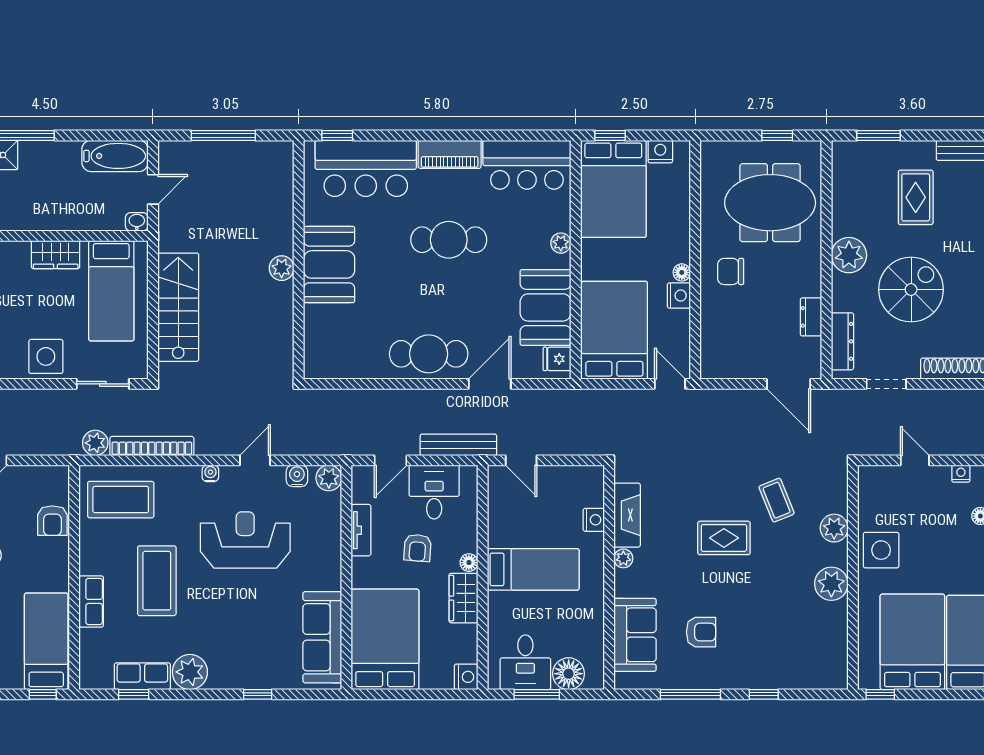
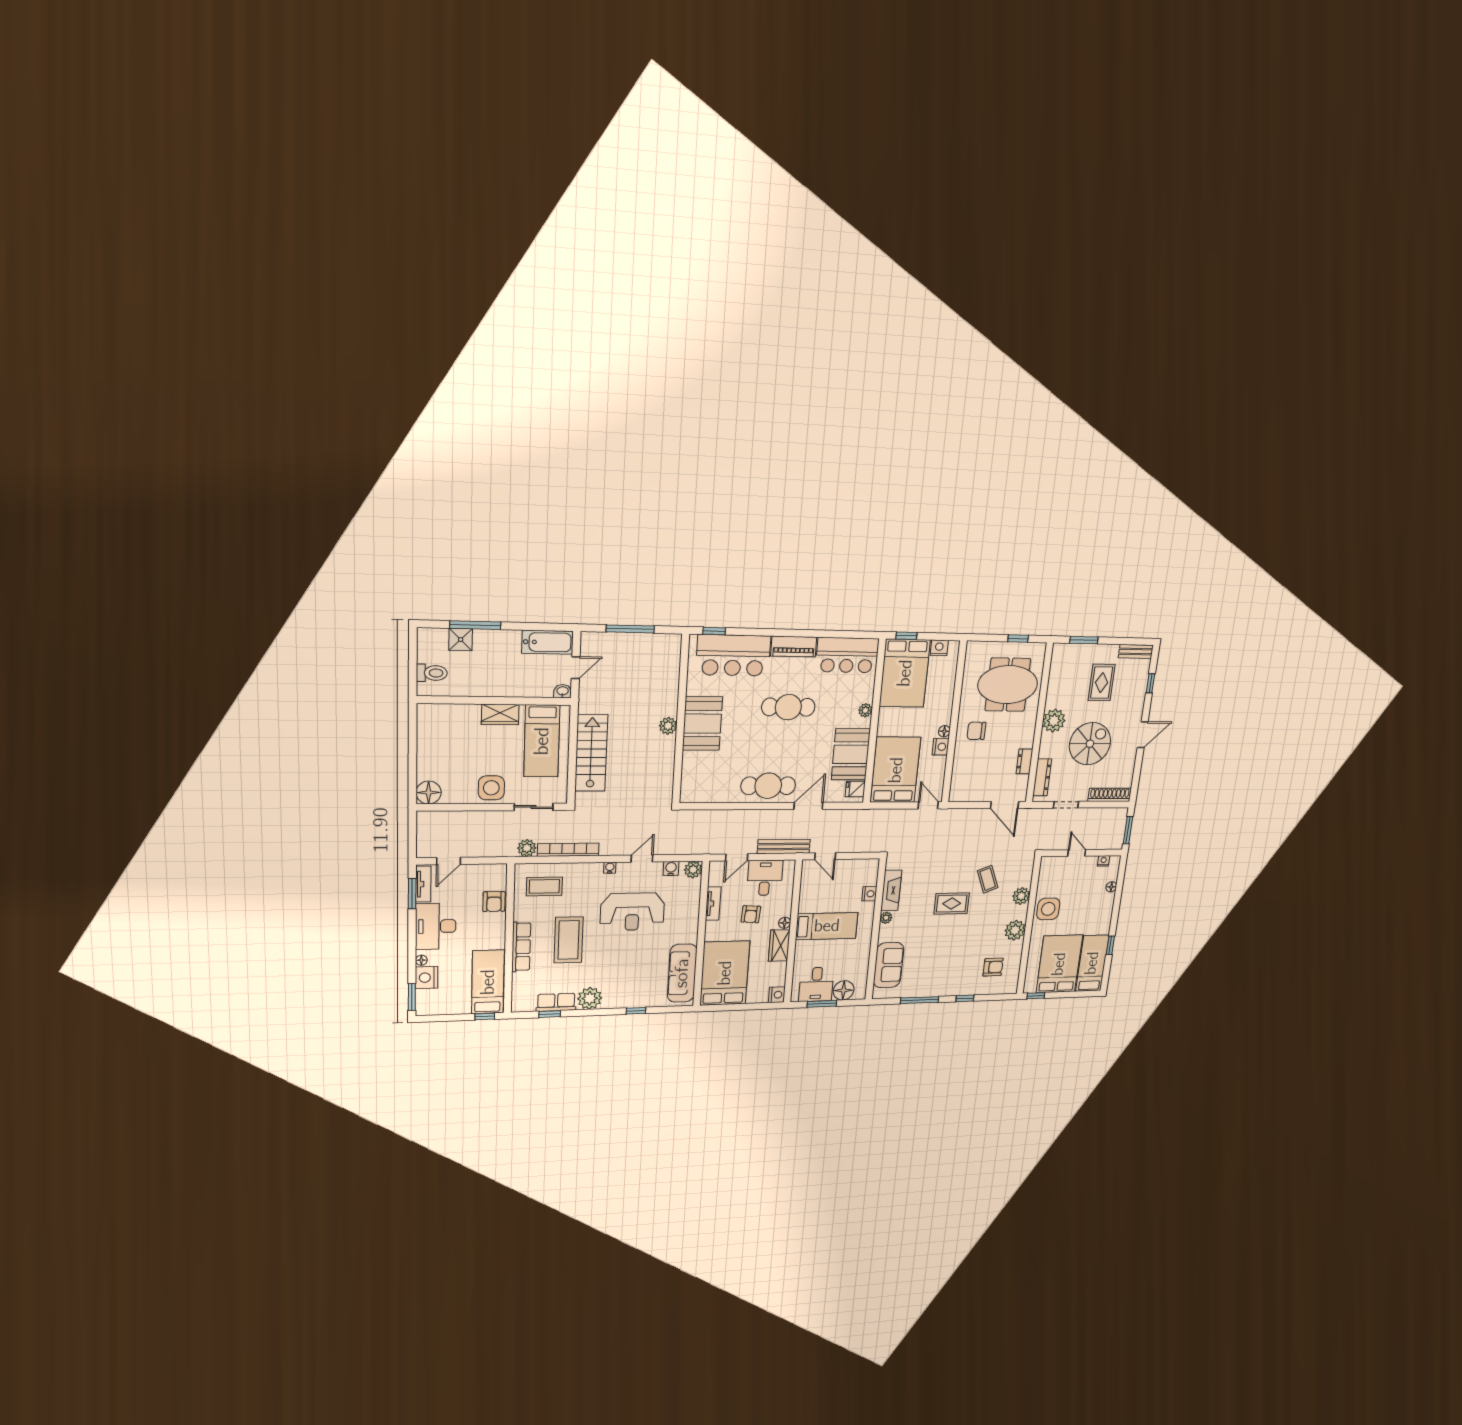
coffee table: (121, 500) -> (544, 886), width x0.73, depth x0.76
reception desk: (245, 540) -> (632, 912), turned 180
row of seats: (91, 601) -> (521, 947), width x1.48
armchair: (701, 632) -> (993, 967), moved

